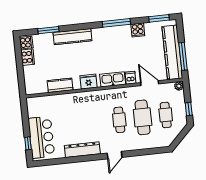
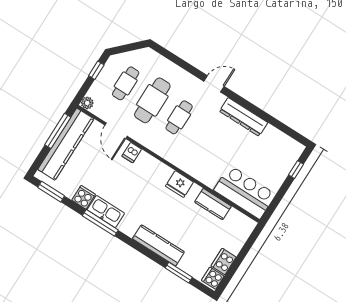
kitchen sink: (113, 79) -> (106, 212), moved, turned 180
bar counter: (41, 137) -> (245, 192), moved, turned 90

